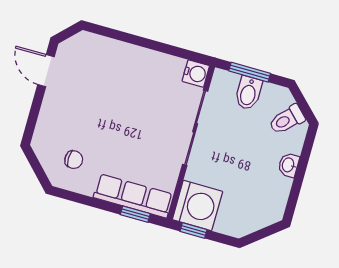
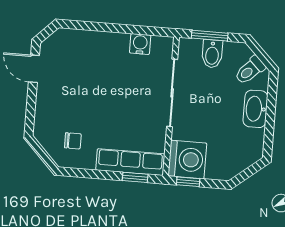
water cooler: (196, 73) -> (140, 44), moved, turned -90
washbasin: (289, 165) -> (255, 109), width x1.91, depth x1.45

